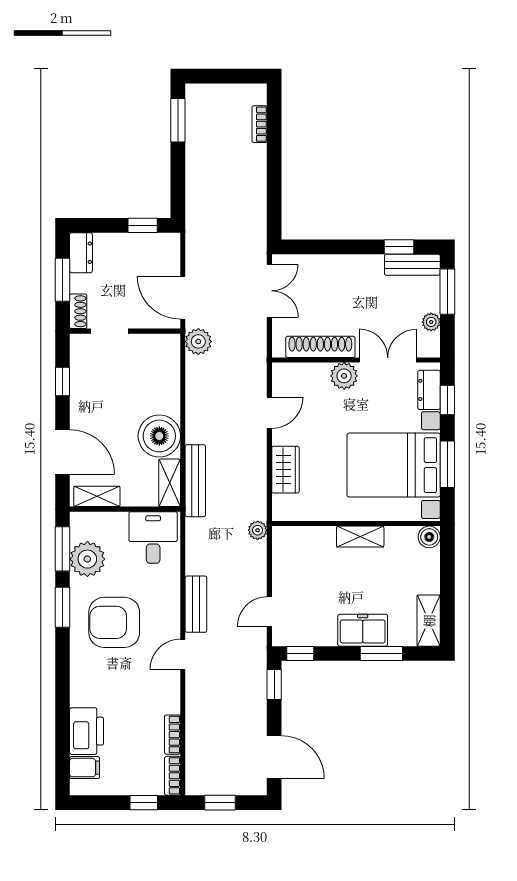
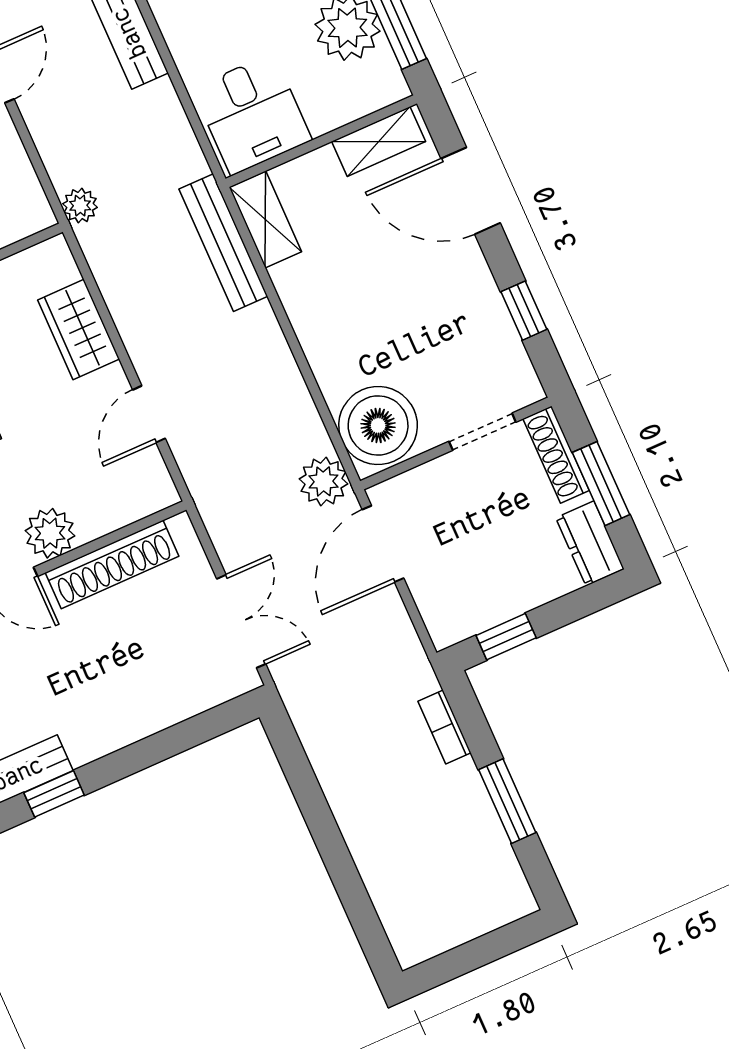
window: (178, 120) -> (507, 801), moved
bookcase: (260, 124) -> (445, 727), moved, turned 180
double door: (269, 291) -> (241, 621), swing flipped
door: (183, 298) -> (383, 544), swing flipped
shoe rack: (78, 311) -> (556, 455), width x1.43
boiler: (159, 436) -> (378, 425), moved

